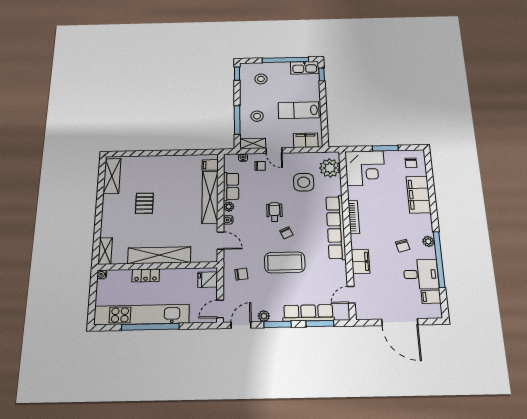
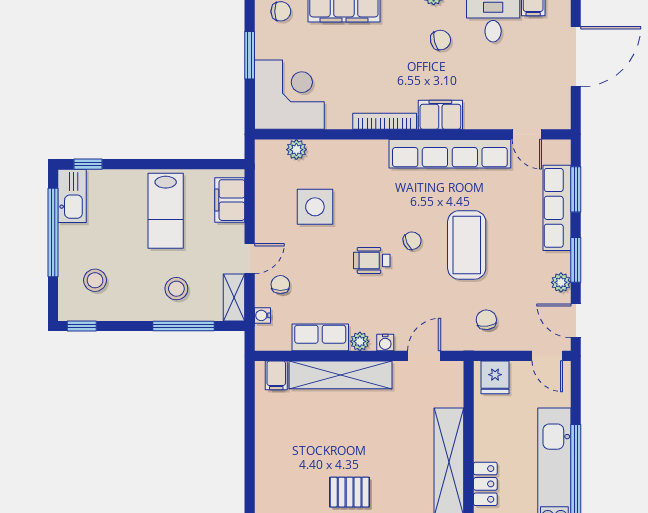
plant: (330, 168) -> (296, 150), width x0.53, depth x0.53
row of seats: (336, 227) -> (450, 154), moved
filing cabinet: (361, 261) -> (440, 115), moved

